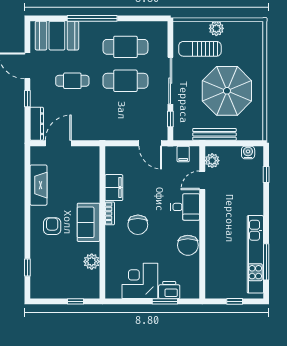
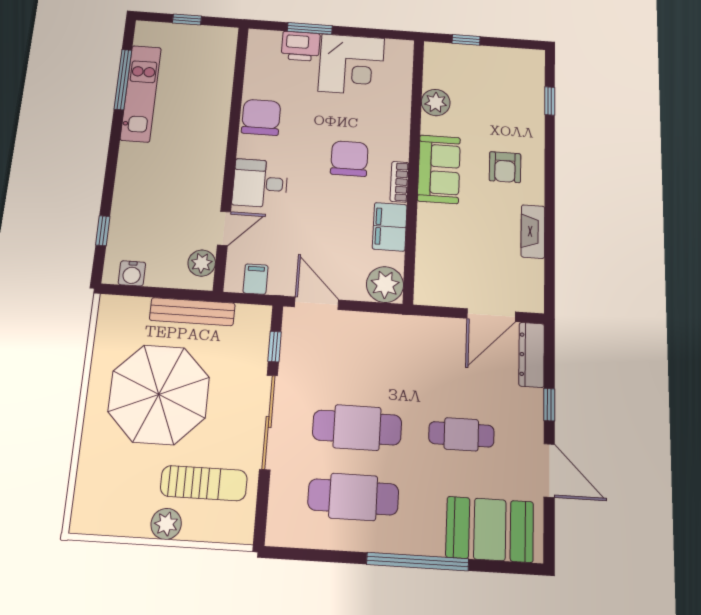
plant: (115, 156) -> (385, 285), added
fireplace: (38, 185) -> (533, 231), width x0.73, depth x0.76
kitchen unit: (255, 254) -> (141, 93), width x0.73

